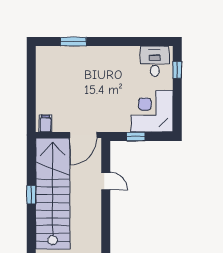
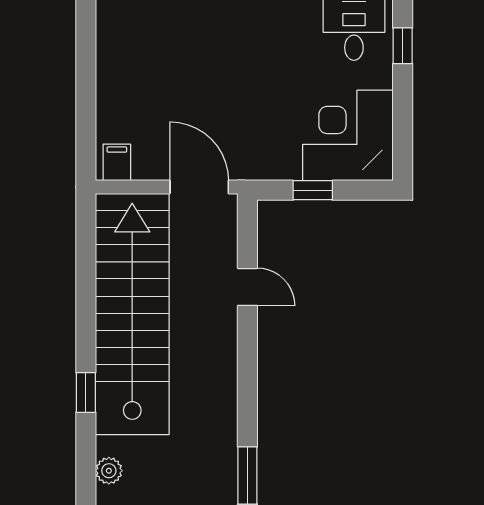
door: (83, 135) -> (199, 187), swing flipped
window: (31, 195) -> (86, 392), moved

